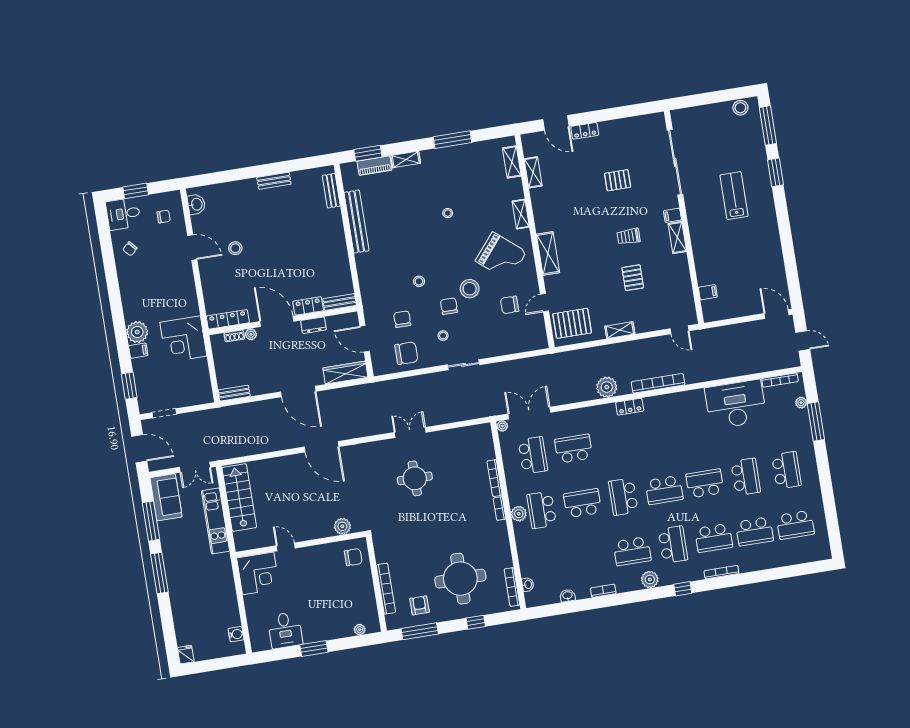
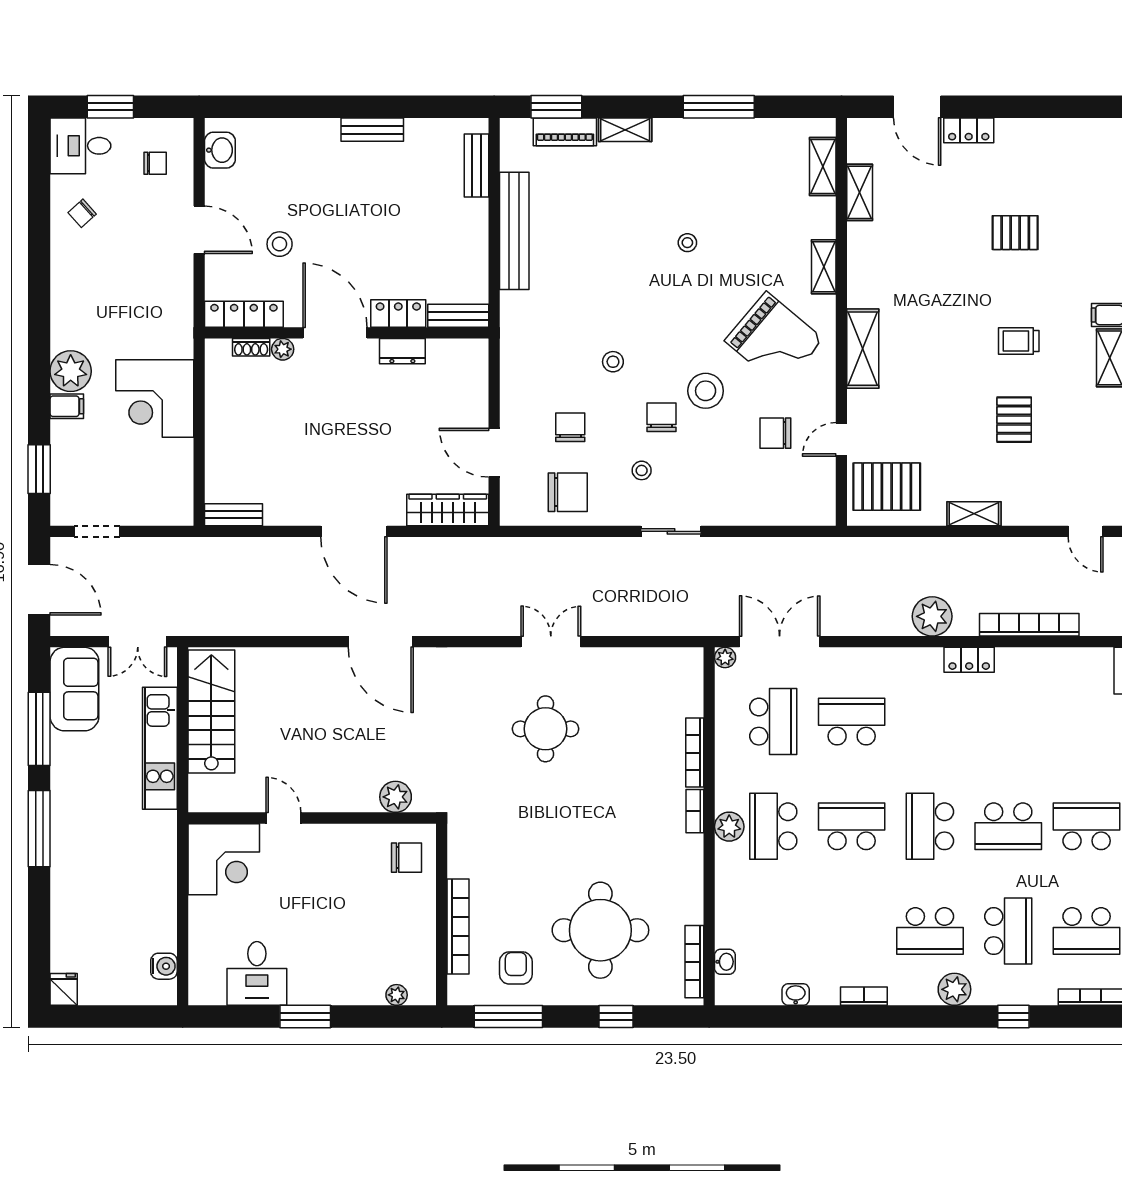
bench: (340, 302) -> (458, 316), moved
locker: (308, 306) -> (398, 313), moved
locker: (228, 319) -> (244, 314), moved
wall: (283, 320) -> (347, 333), moved
door: (277, 321) -> (335, 333), moved
dresser: (313, 325) -> (402, 351), moved
plant: (251, 334) -> (283, 349), moved
shoe rack: (234, 336) -> (251, 347), moved

